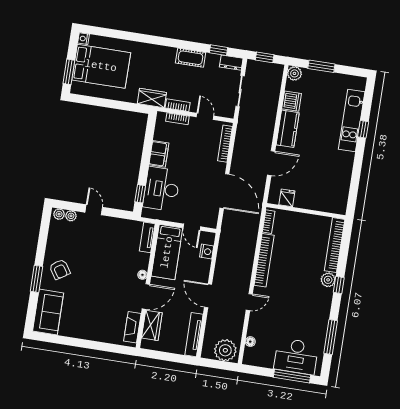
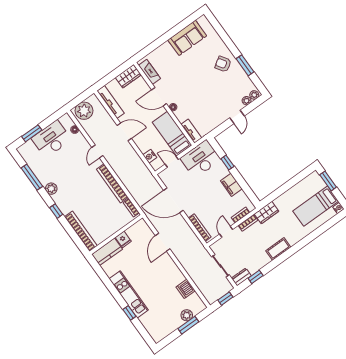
cot: (191, 58) -> (278, 249), moved
bed: (101, 66) -> (316, 206), width x0.67
plant: (294, 73) -> (187, 315), moved
door: (205, 116) -> (226, 232), swing flipped
kitchen unit: (352, 121) -> (129, 294), moved
kitchen counter: (288, 129) -> (107, 252), moved, turned -90
desk: (162, 189) -> (201, 159), moved, turned -90
window: (140, 194) -> (227, 163), moved
fridge: (287, 198) -> (123, 239), moved
door: (94, 210) -> (237, 117), hinge flipped
window: (37, 279) -> (245, 65), moved
plant: (328, 280) -> (51, 189), moved
door: (146, 297) -> (159, 97), hinge flipped
sofa: (48, 312) -> (187, 38), moved, turned -90
wardrobe: (152, 325) -> (128, 76), moved, turned -90
desk: (296, 356) -> (51, 139), moved
window: (292, 376) -> (32, 133), width x0.69

